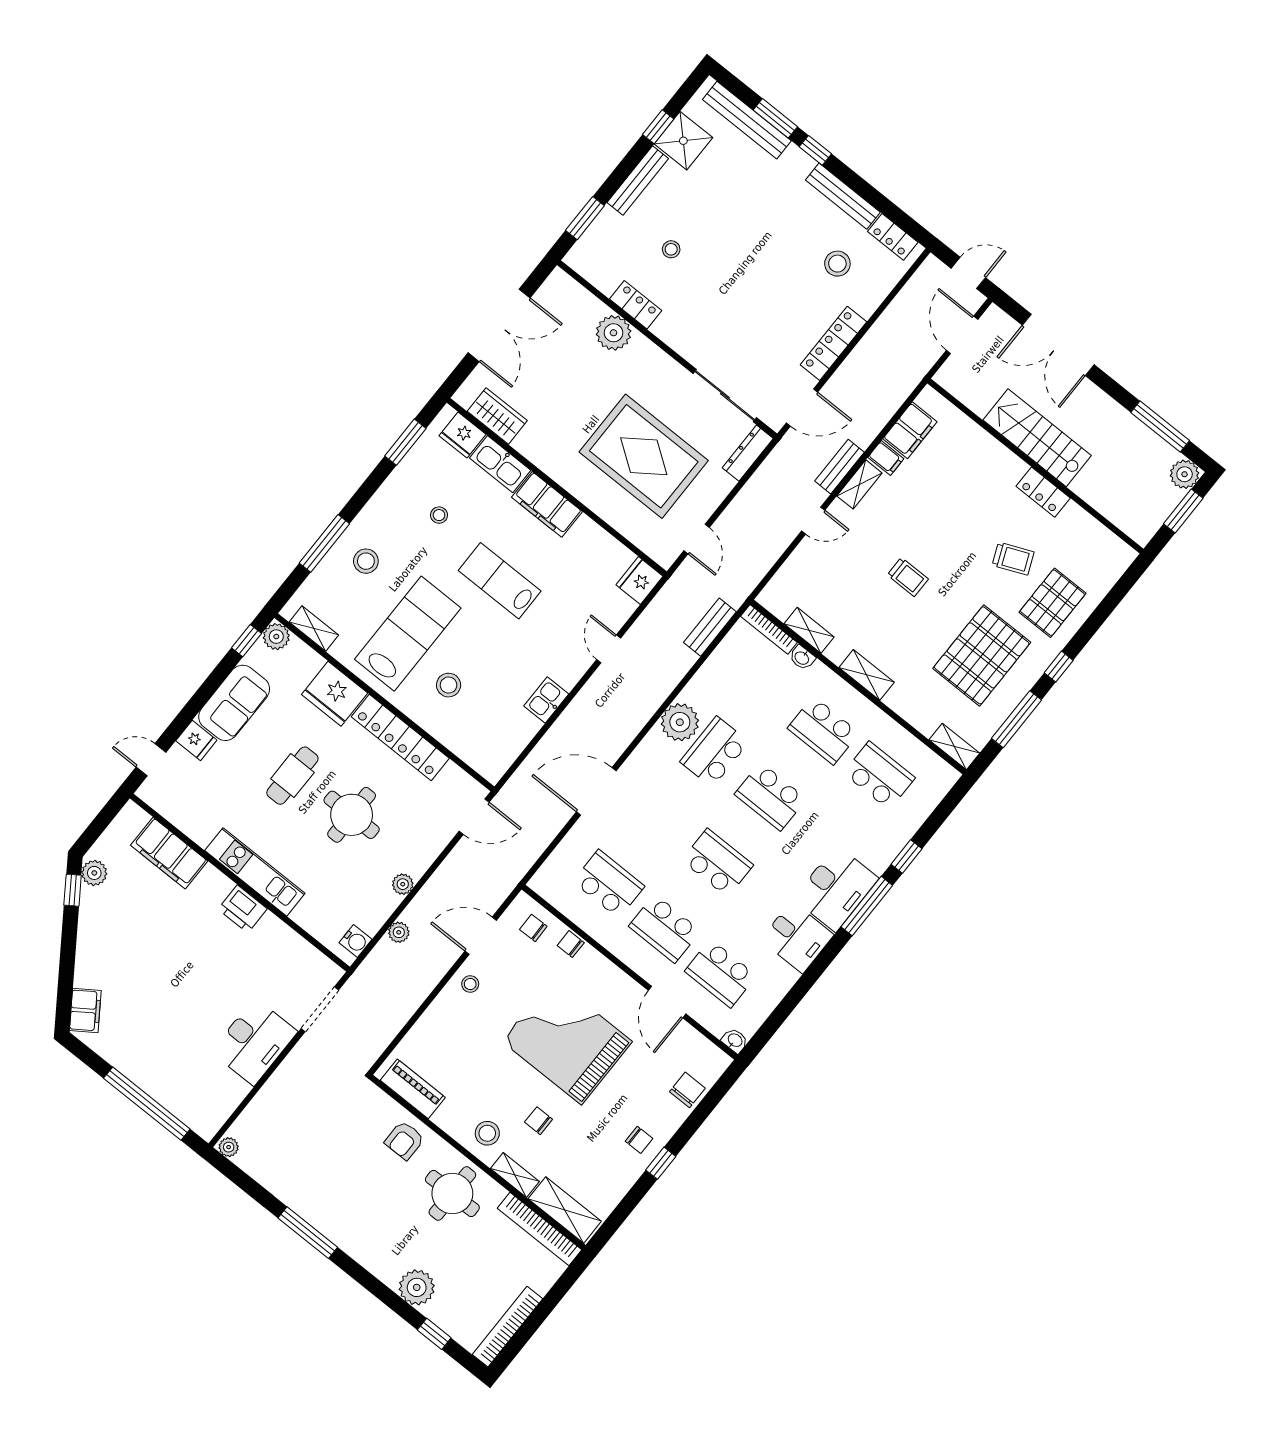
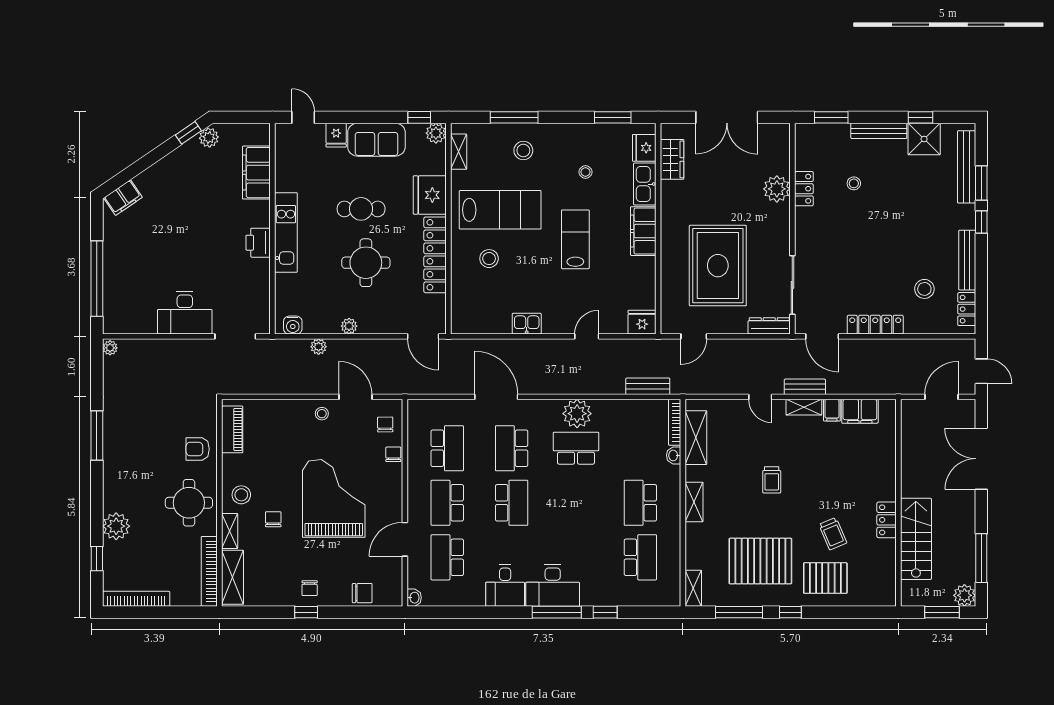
stairs: (1037, 438) -> (916, 539), moved
shelving: (809, 630) -> (696, 438), width x1.50, depth x1.33
school desk: (770, 797) -> (512, 448), moved

